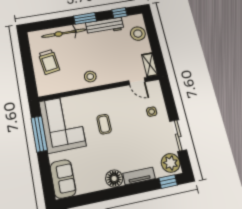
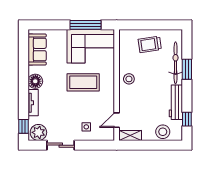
window: (85, 18) -> (187, 69), moved
coffee table: (104, 124) -> (83, 82), width x1.86, depth x1.72
sofa: (63, 179) -> (37, 50), moved, turned -90

